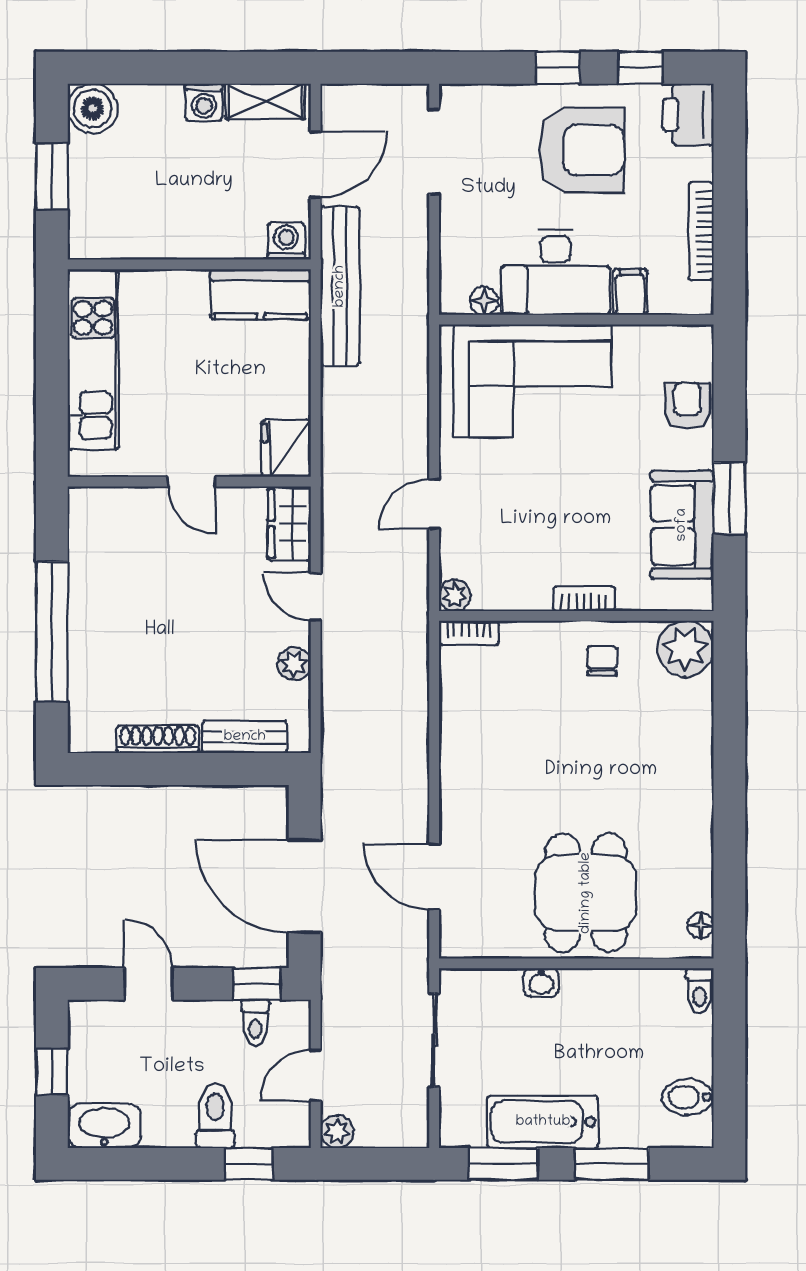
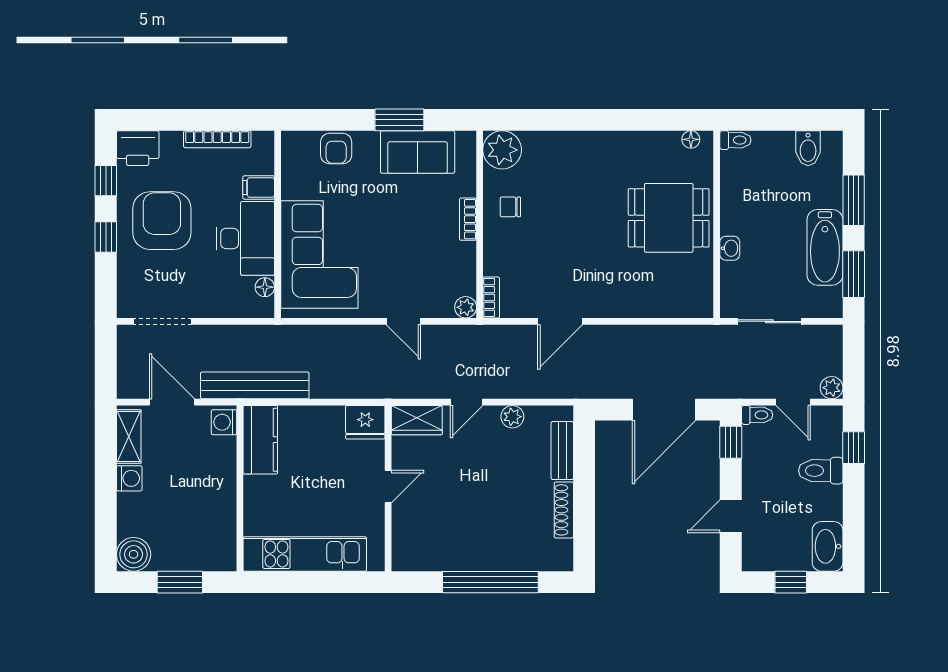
armchair: (687, 405) -> (336, 148), turned -90
door: (434, 877) -> (560, 321), moved
toilet: (255, 1022) -> (757, 415), moved

